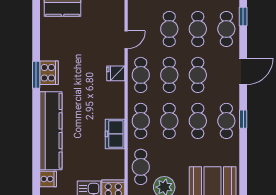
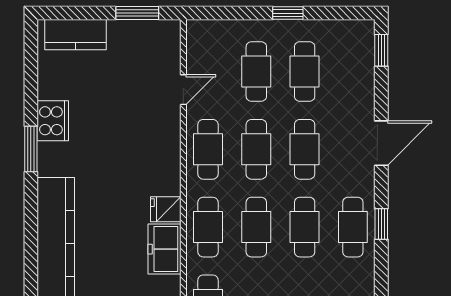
cafe table: (226, 29) -> (353, 71), removed
cooker: (49, 73) -> (53, 121), moved
fridge: (116, 73) -> (166, 209), moved

